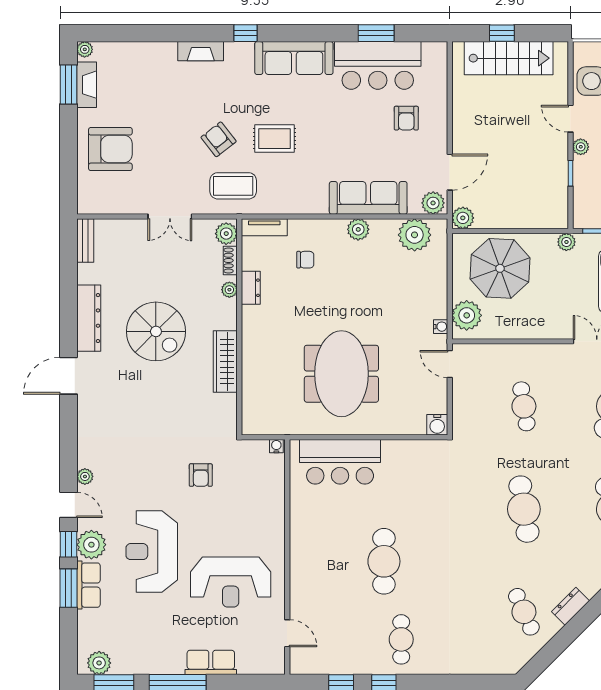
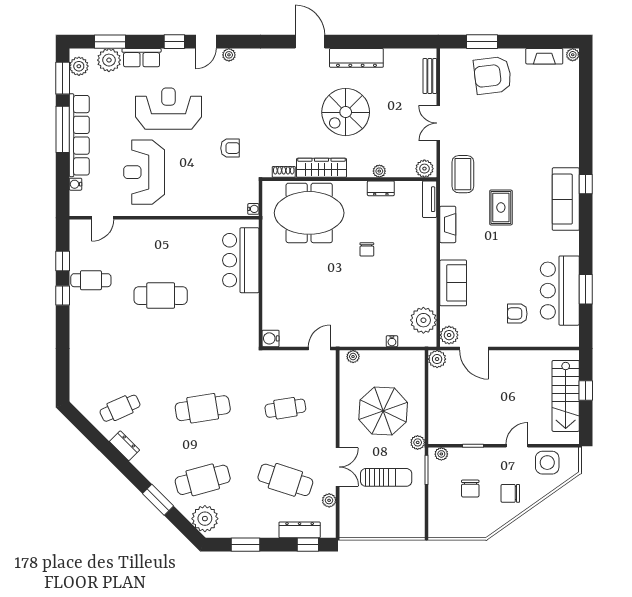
fireplace: (201, 51) -> (448, 224), moved, turned 180
sofa: (294, 58) -> (566, 199), moved
window: (69, 84) -> (482, 42), moved
armchair: (219, 139) -> (500, 162), removed
plant: (581, 147) -> (441, 454), moved
armchair: (110, 149) -> (493, 75), turned 83
sofa: (368, 198) -> (453, 283), width x0.73
plant: (358, 229) -> (428, 275), removed
bench: (85, 240) -> (430, 76), moved, turned 90
shoe rack: (230, 260) -> (284, 172), moved
chair: (305, 260) -> (367, 249), moved
parasol: (500, 268) -> (383, 411), moved
plant: (467, 315) -> (353, 357), width x0.53, depth x0.53
water cooler: (441, 327) -> (392, 341), moved
meeting table: (341, 374) -> (309, 213), moved
armchair: (201, 475) -> (230, 148), turned 180
plant: (91, 545) -> (109, 60), moved
window: (69, 588) -> (110, 42), moved
cafe table: (401, 639) -> (91, 280), moved
row of seats: (211, 662) -> (79, 135), width x2.02
water cooler: (246, 667) -> (75, 184), added

